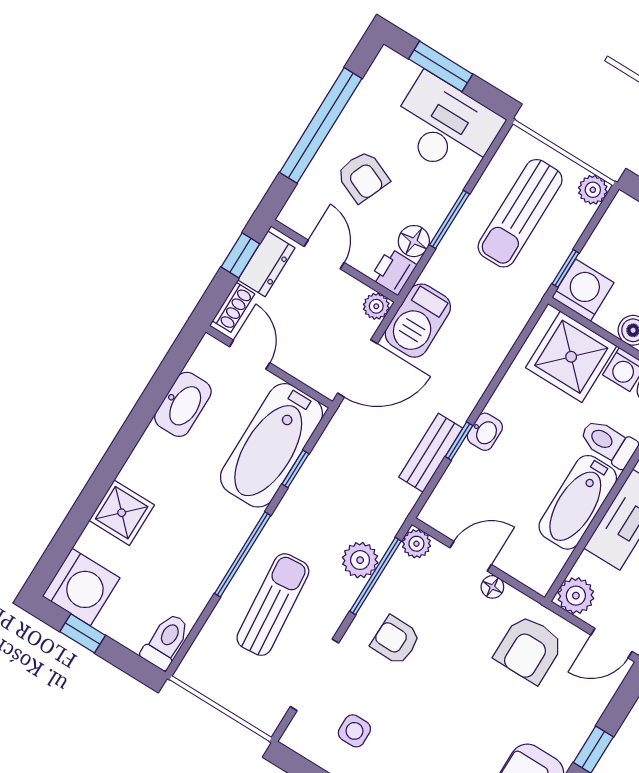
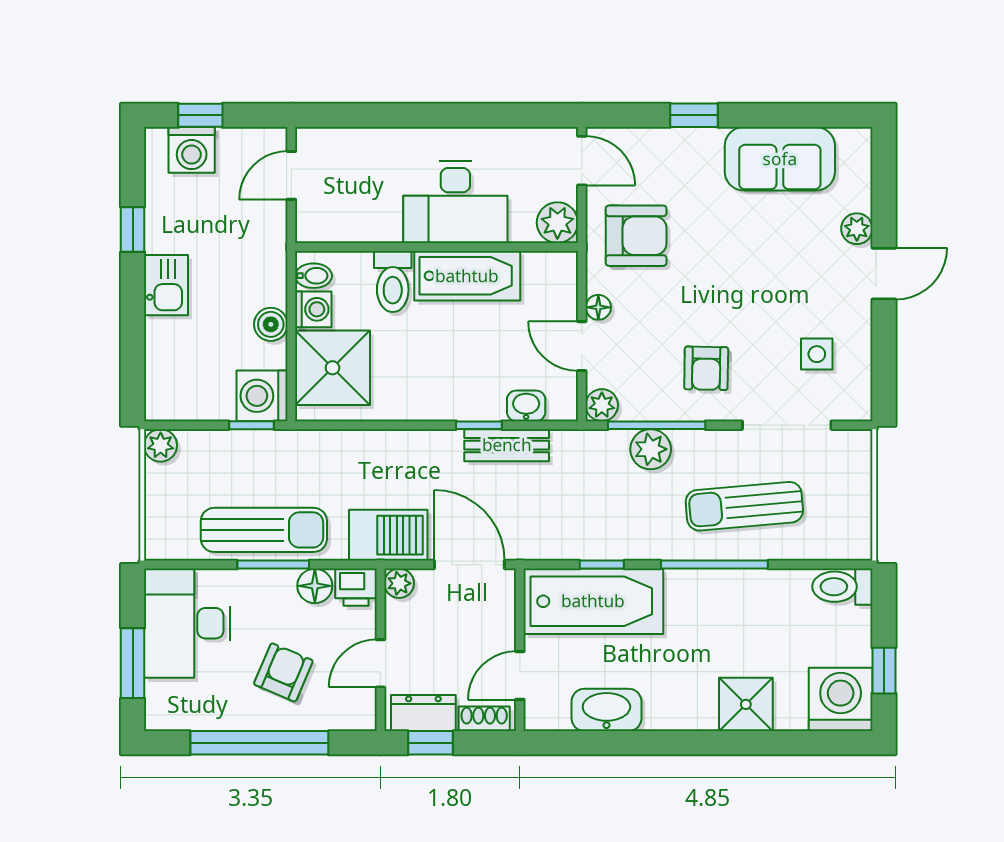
sun lounger: (520, 213) -> (264, 530), moved
washbasin: (485, 432) -> (526, 406), moved

